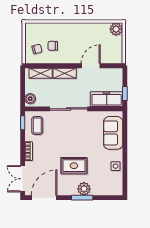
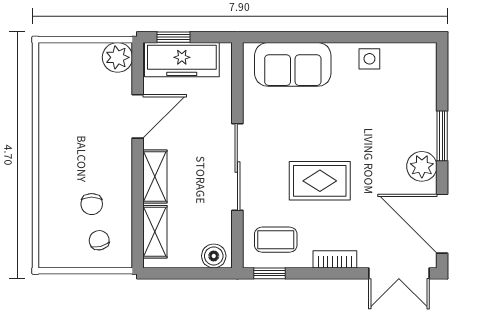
plant: (116, 29) -> (117, 57), moved
door: (91, 66) -> (138, 116), swing flipped
window: (125, 93) -> (173, 37), moved
freezer: (107, 99) -> (182, 60), moved, turned -90
rug: (74, 166) -> (320, 181), moved, turned 90
plant: (84, 189) -> (422, 166), moved

